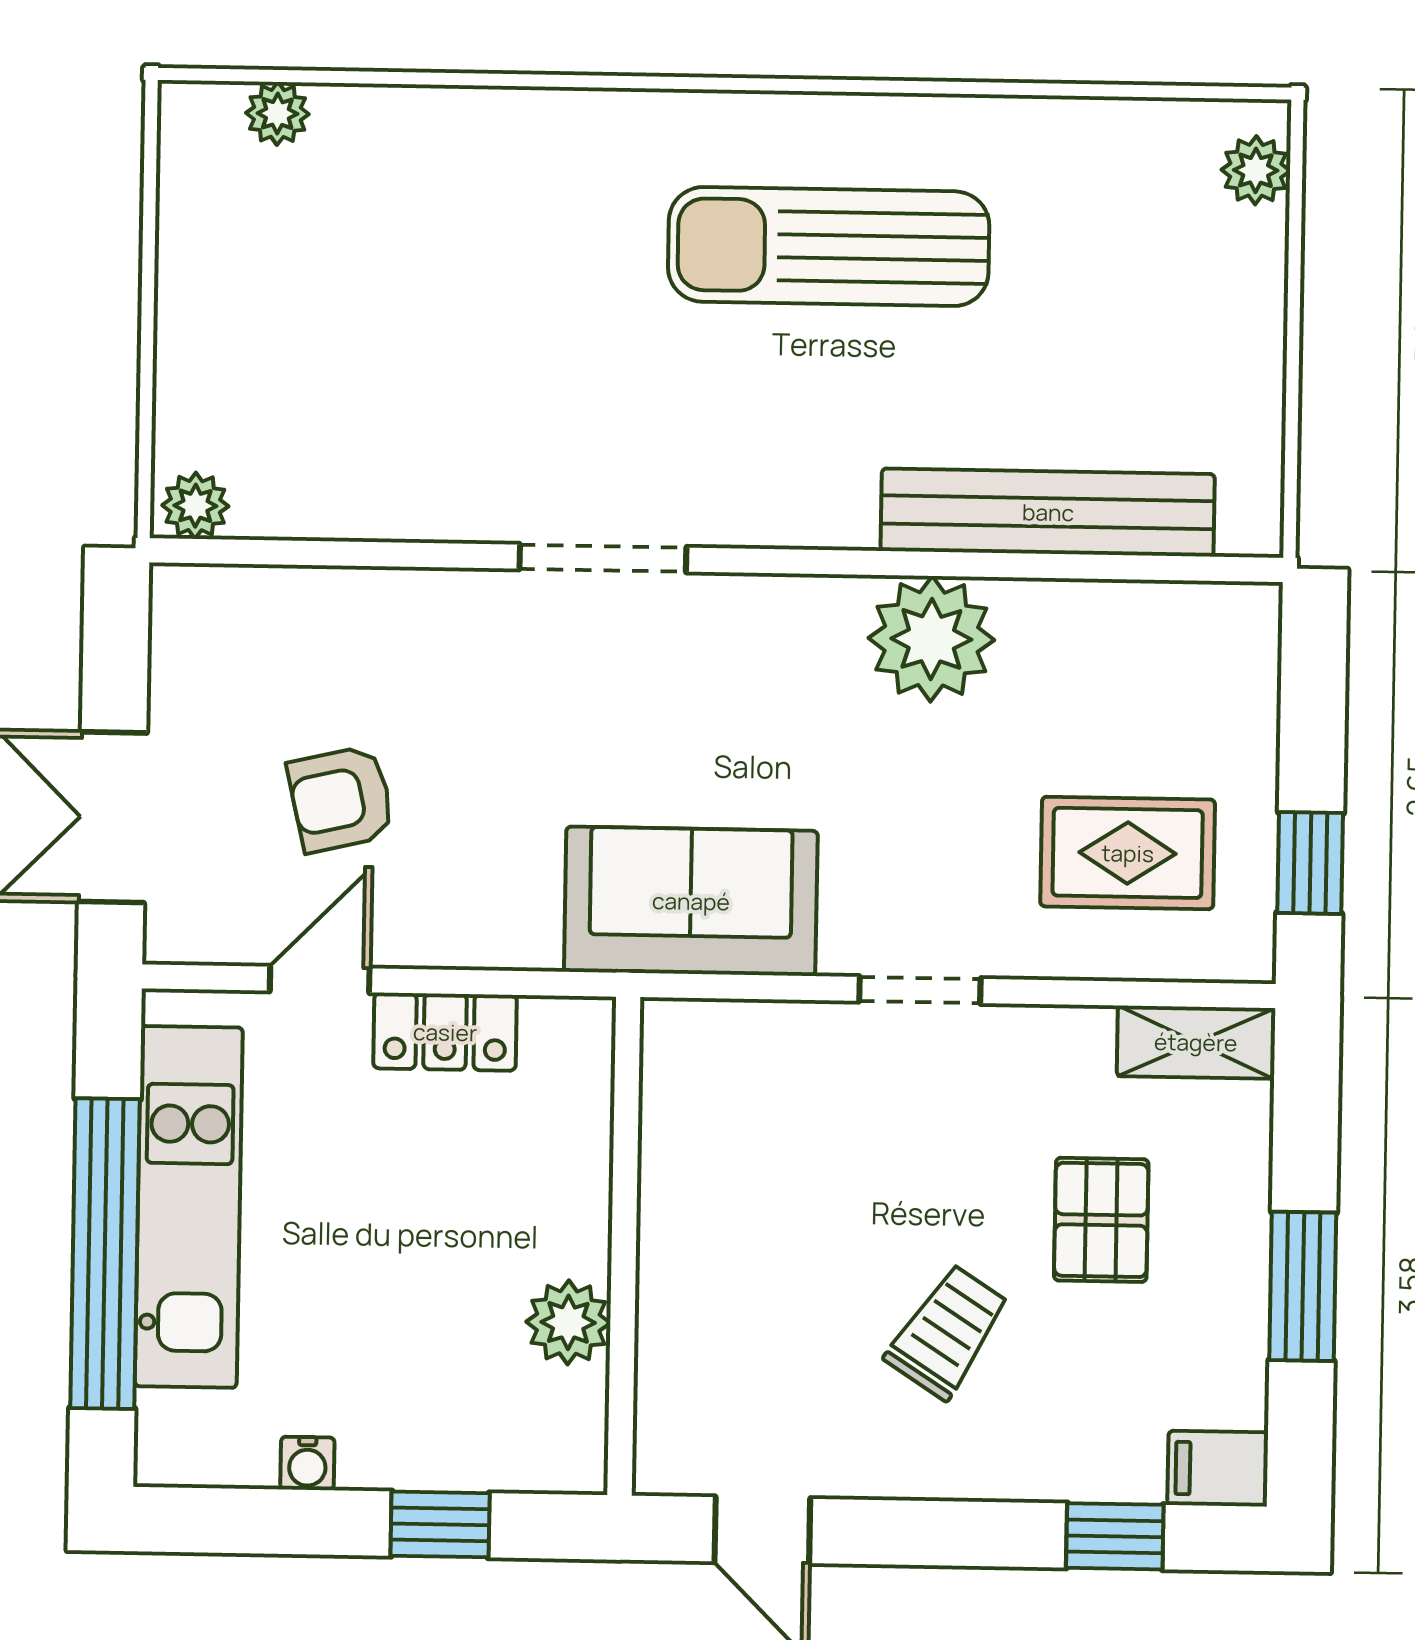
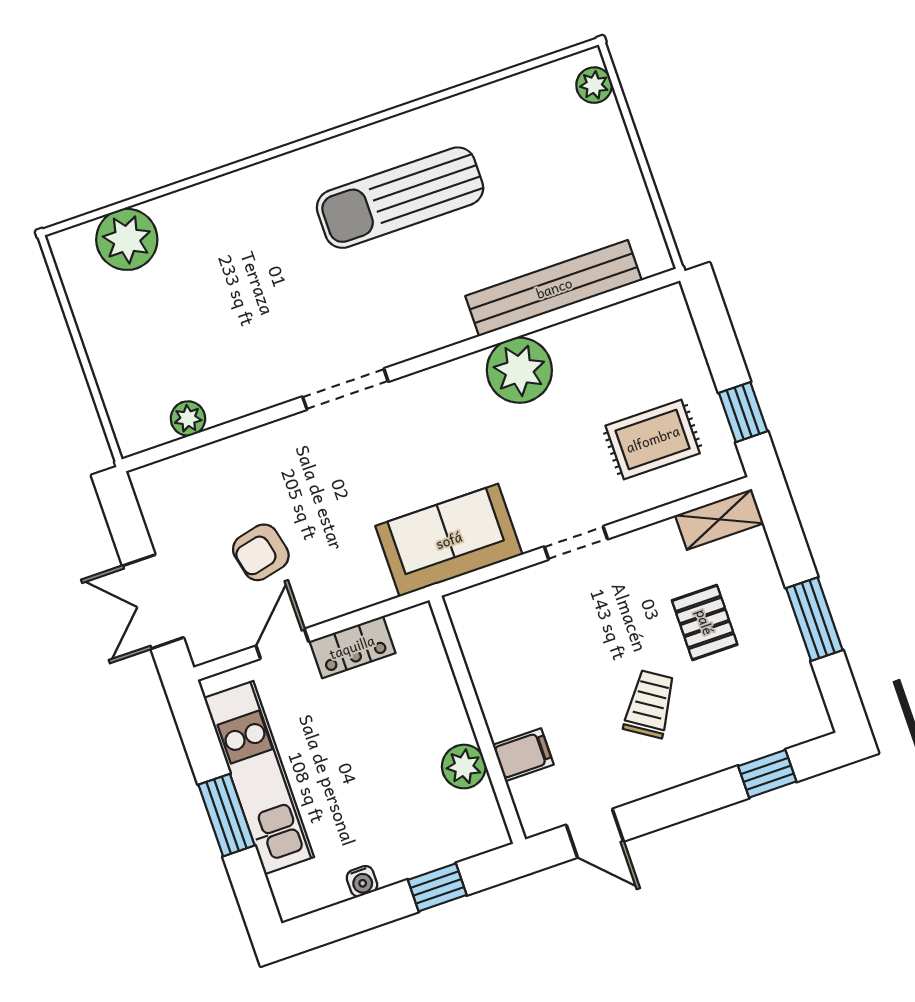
plant: (277, 114) -> (127, 239), width x1.87, depth x1.87
plant: (195, 506) -> (188, 418), moved
window: (105, 1254) -> (226, 815), width x0.47
filing cabinet: (1218, 1469) -> (523, 755), moved, turned 180

